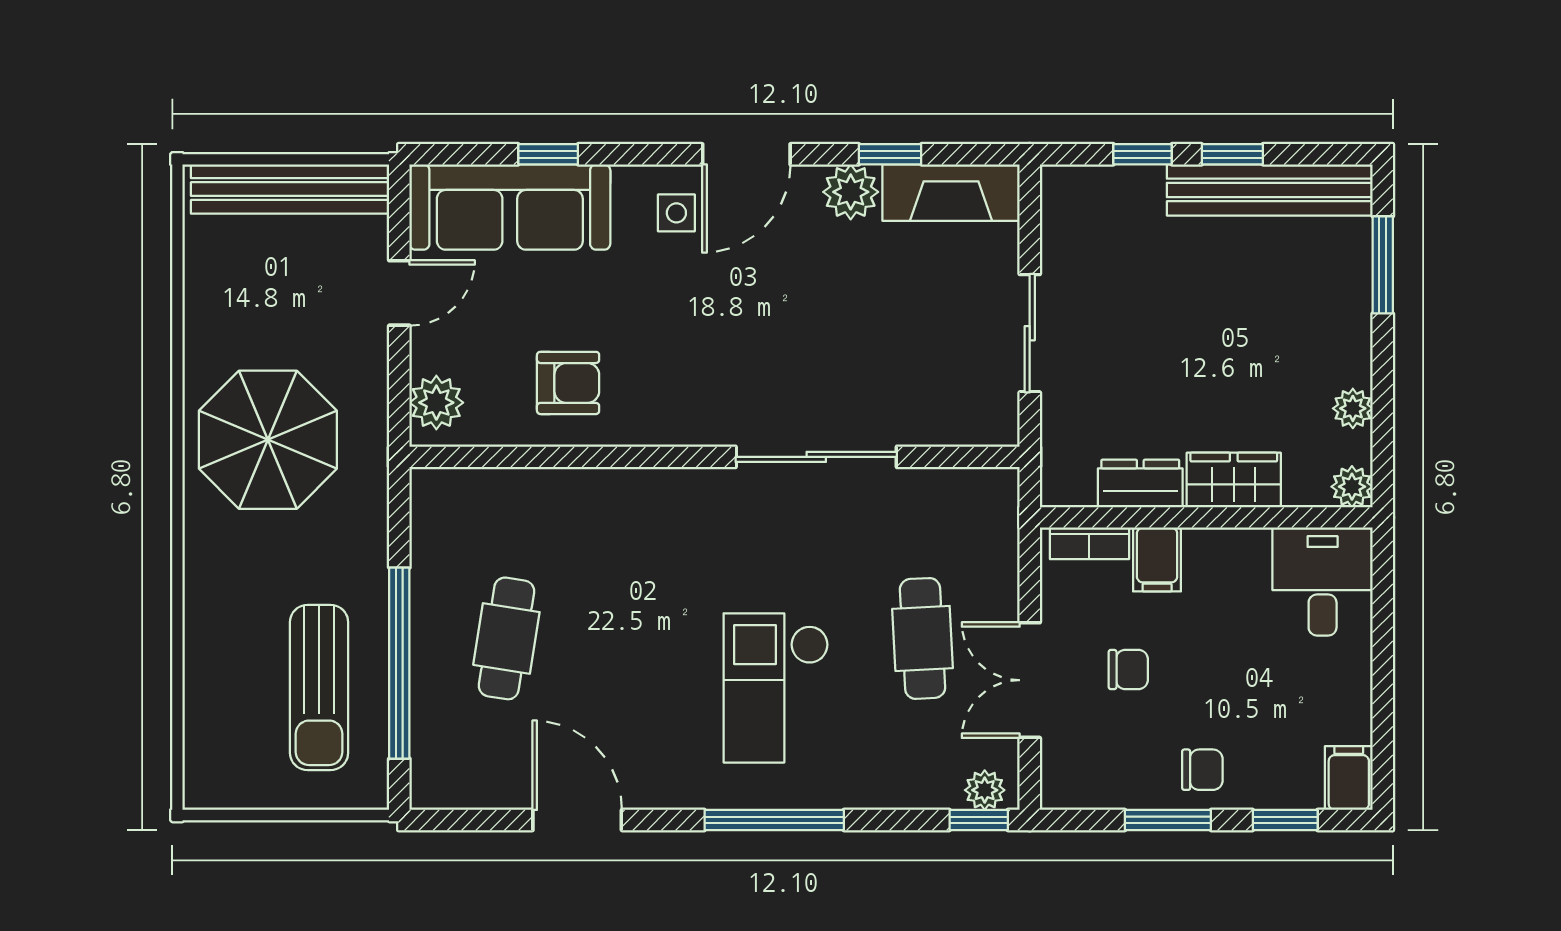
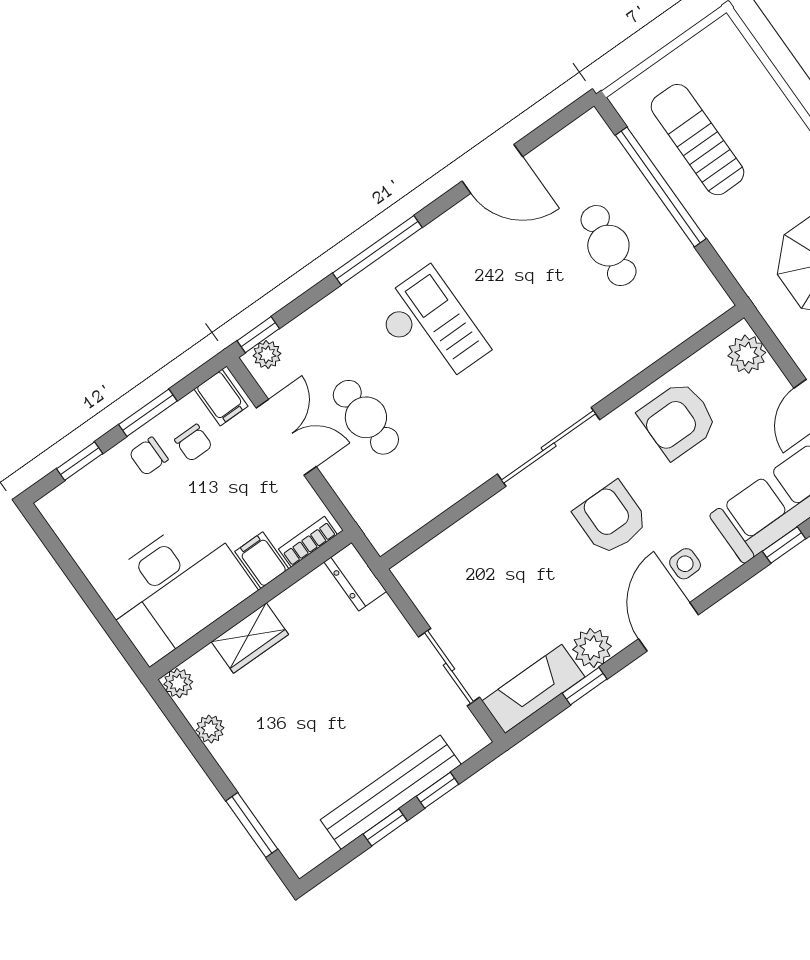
bench: (1270, 190) -> (391, 792), moved
armchair: (724, 325) -> (611, 518), added
sliding door: (1030, 333) -> (449, 667), moved
armchair: (568, 383) -> (678, 420), width x1.38, depth x1.38
sliding door: (816, 457) -> (549, 447), moved
dresser: (1140, 483) -> (355, 577), moved, turned 90
desk: (1323, 582) -> (175, 588), width x1.87, depth x1.30
chair: (1128, 669) -> (193, 443), moved, turned -90
filing cabinet: (1349, 778) -> (221, 398), moved

